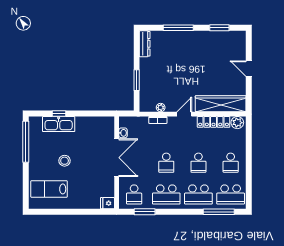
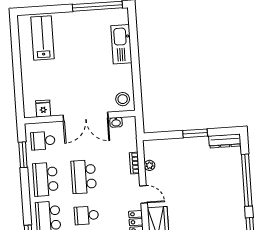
window: (178, 28) -> (247, 180), width x1.46
window: (137, 80) -> (195, 133), moved
window: (59, 114) -> (134, 44), removed
stool: (65, 161) -> (123, 99), moved
school desk: (166, 163) -> (84, 177), width x1.85
fridge: (107, 203) -> (43, 109), moved

